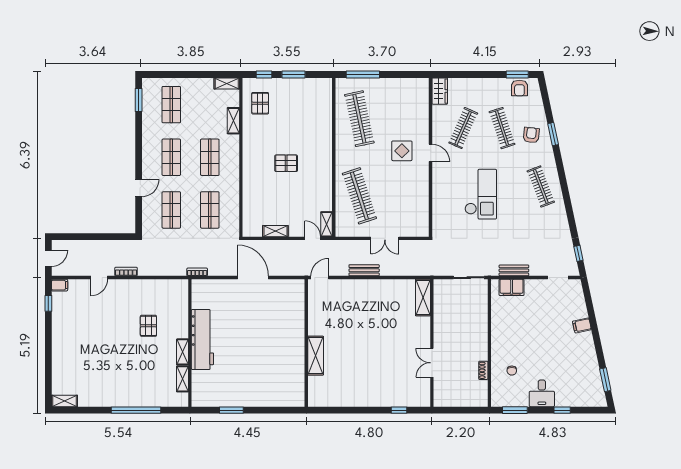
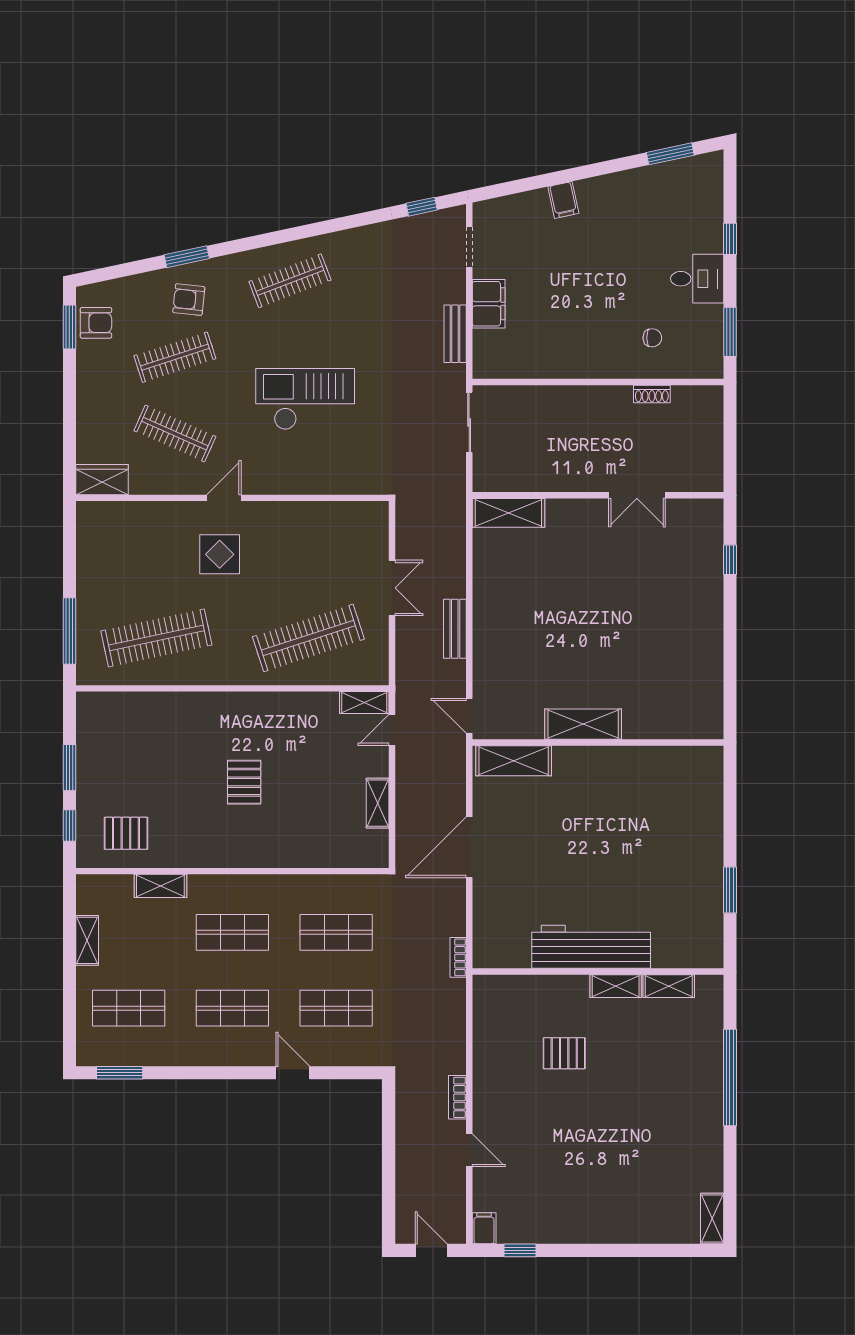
shelving: (227, 83) -> (87, 940), moved
filing cabinet: (512, 287) -> (489, 304), moved
shelving: (297, 300) -> (514, 761), added
shelving: (316, 356) -> (583, 724), moved

